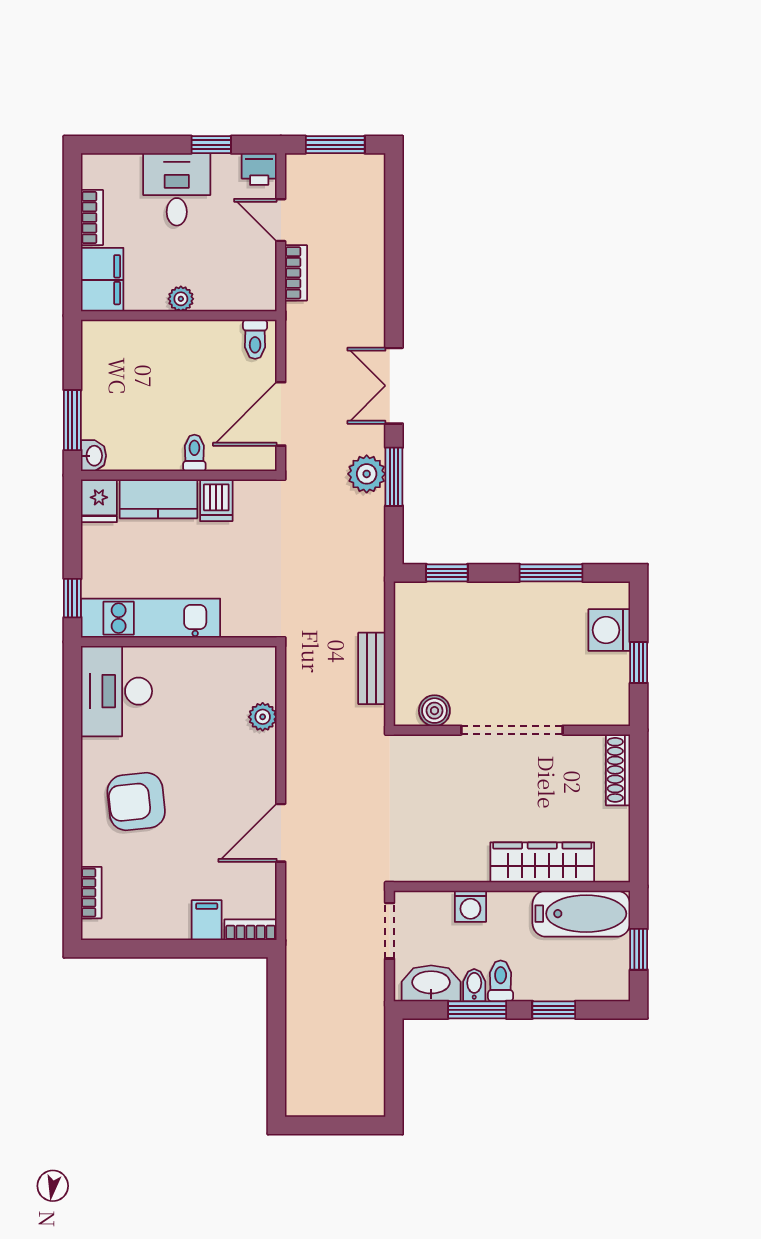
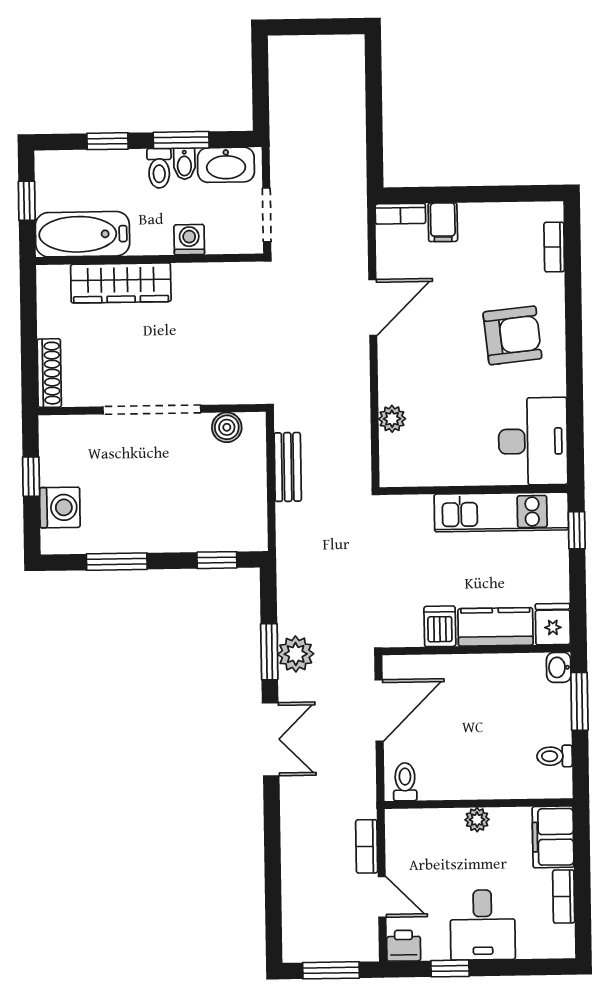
toilet: (194, 453) -> (555, 756), moved, turned 90

